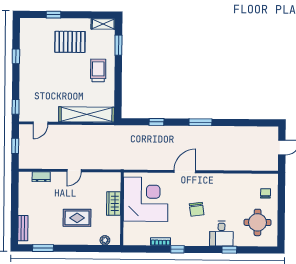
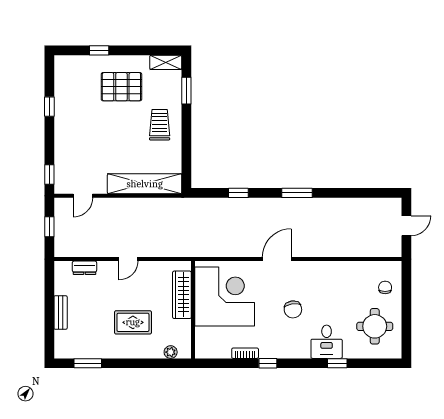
wardrobe: (114, 204) -> (182, 295), width x1.50
bench: (23, 228) -> (61, 312), moved

